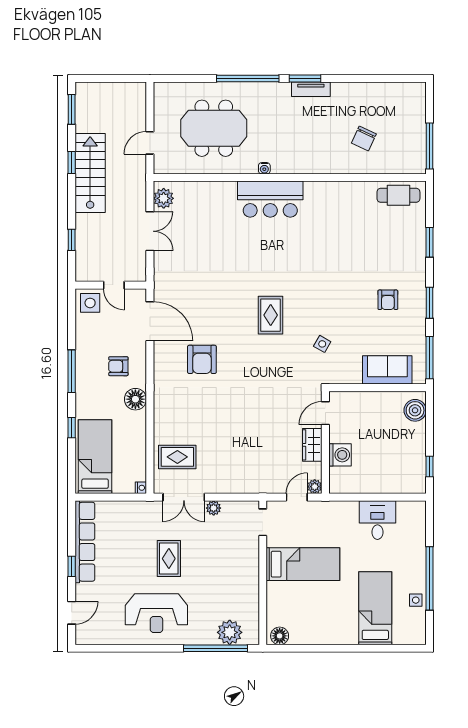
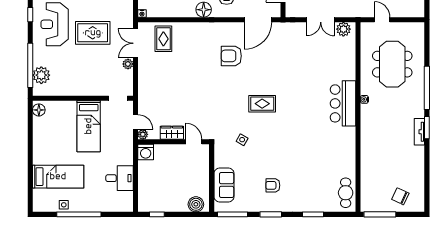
chair: (364, 139) -> (400, 196), moved
washing machine: (340, 455) -> (146, 152), moved
rug: (169, 559) -> (93, 33), width x1.36, depth x1.43
window: (143, 648) -> (30, 15), added

